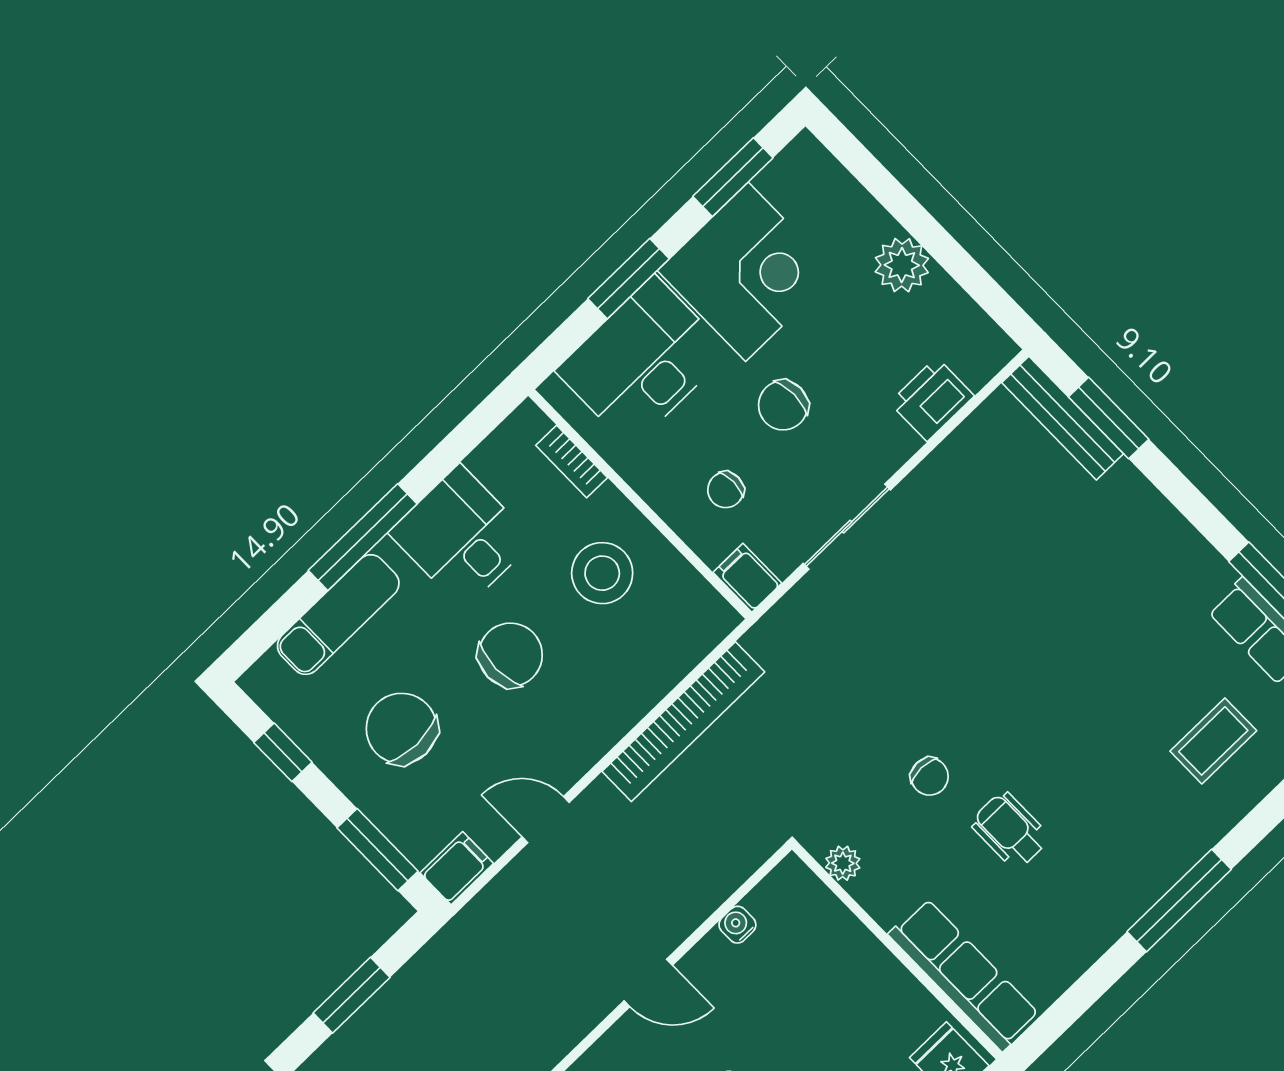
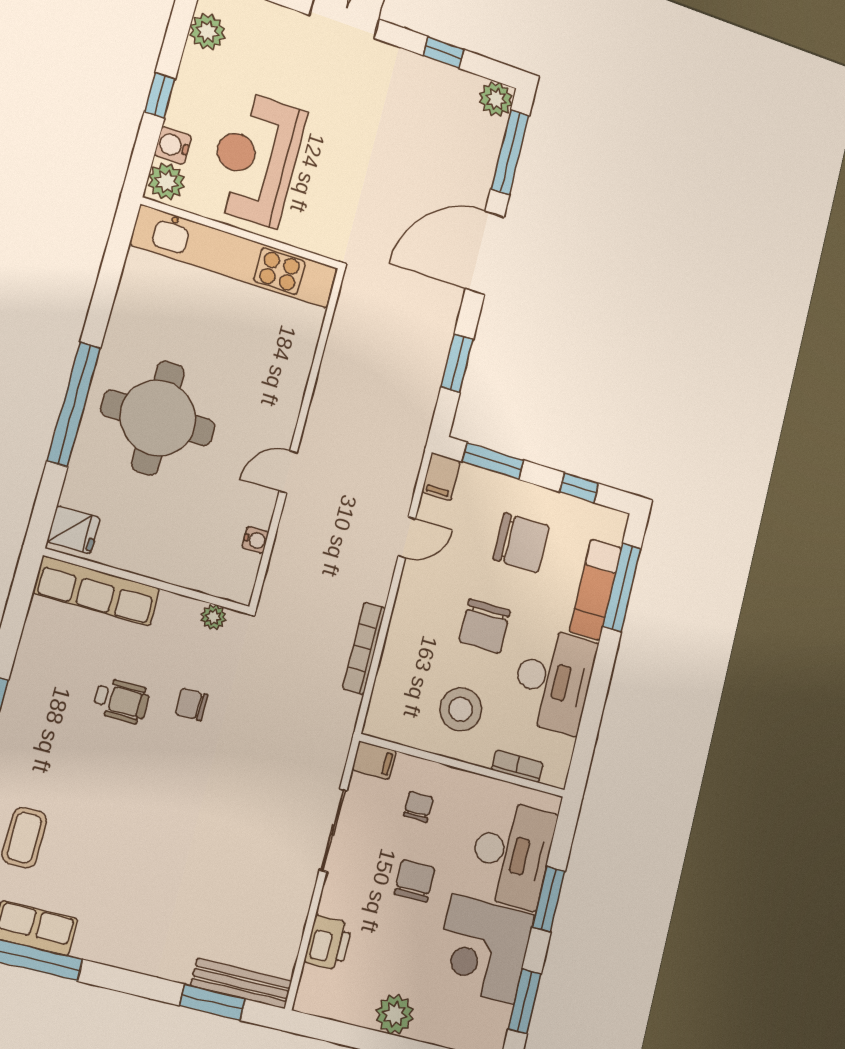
window: (363, 537) -> (622, 588), moved
desk: (462, 537) -> (553, 680), width x1.37
bookcase: (683, 722) -> (364, 648), width x0.68, depth x0.76

